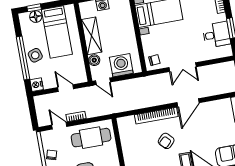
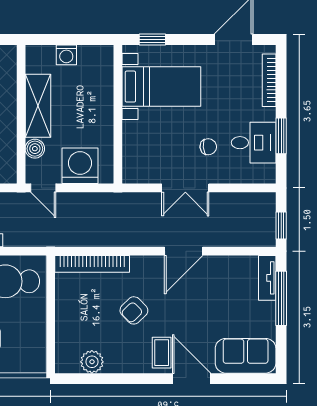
chair: (154, 60) -> (208, 147), moved
bookcase: (156, 116) -> (92, 264), moved

